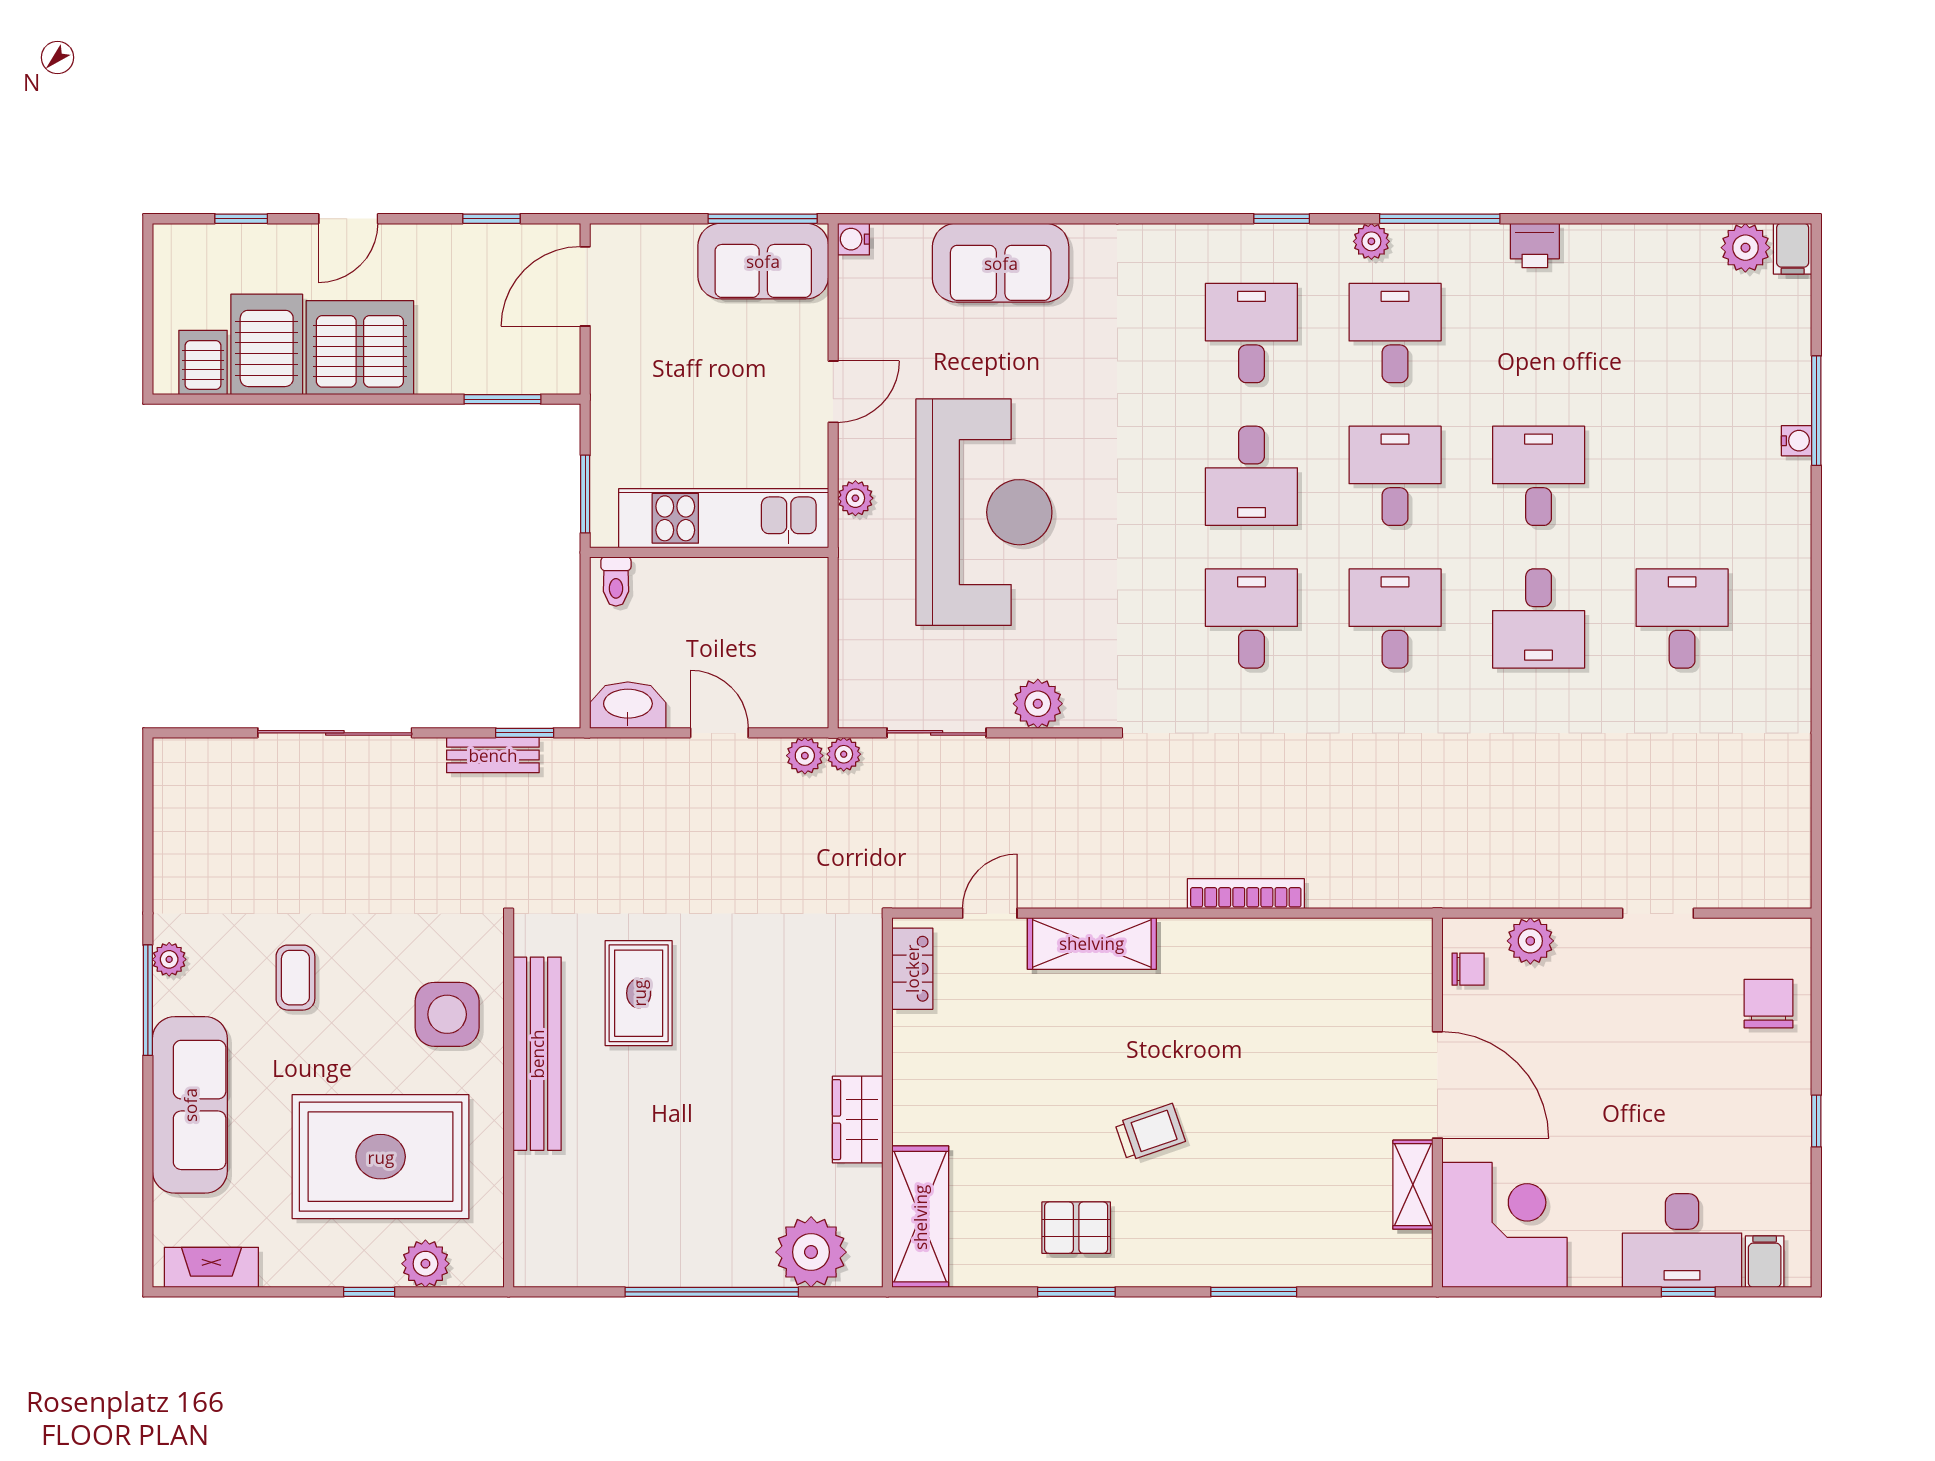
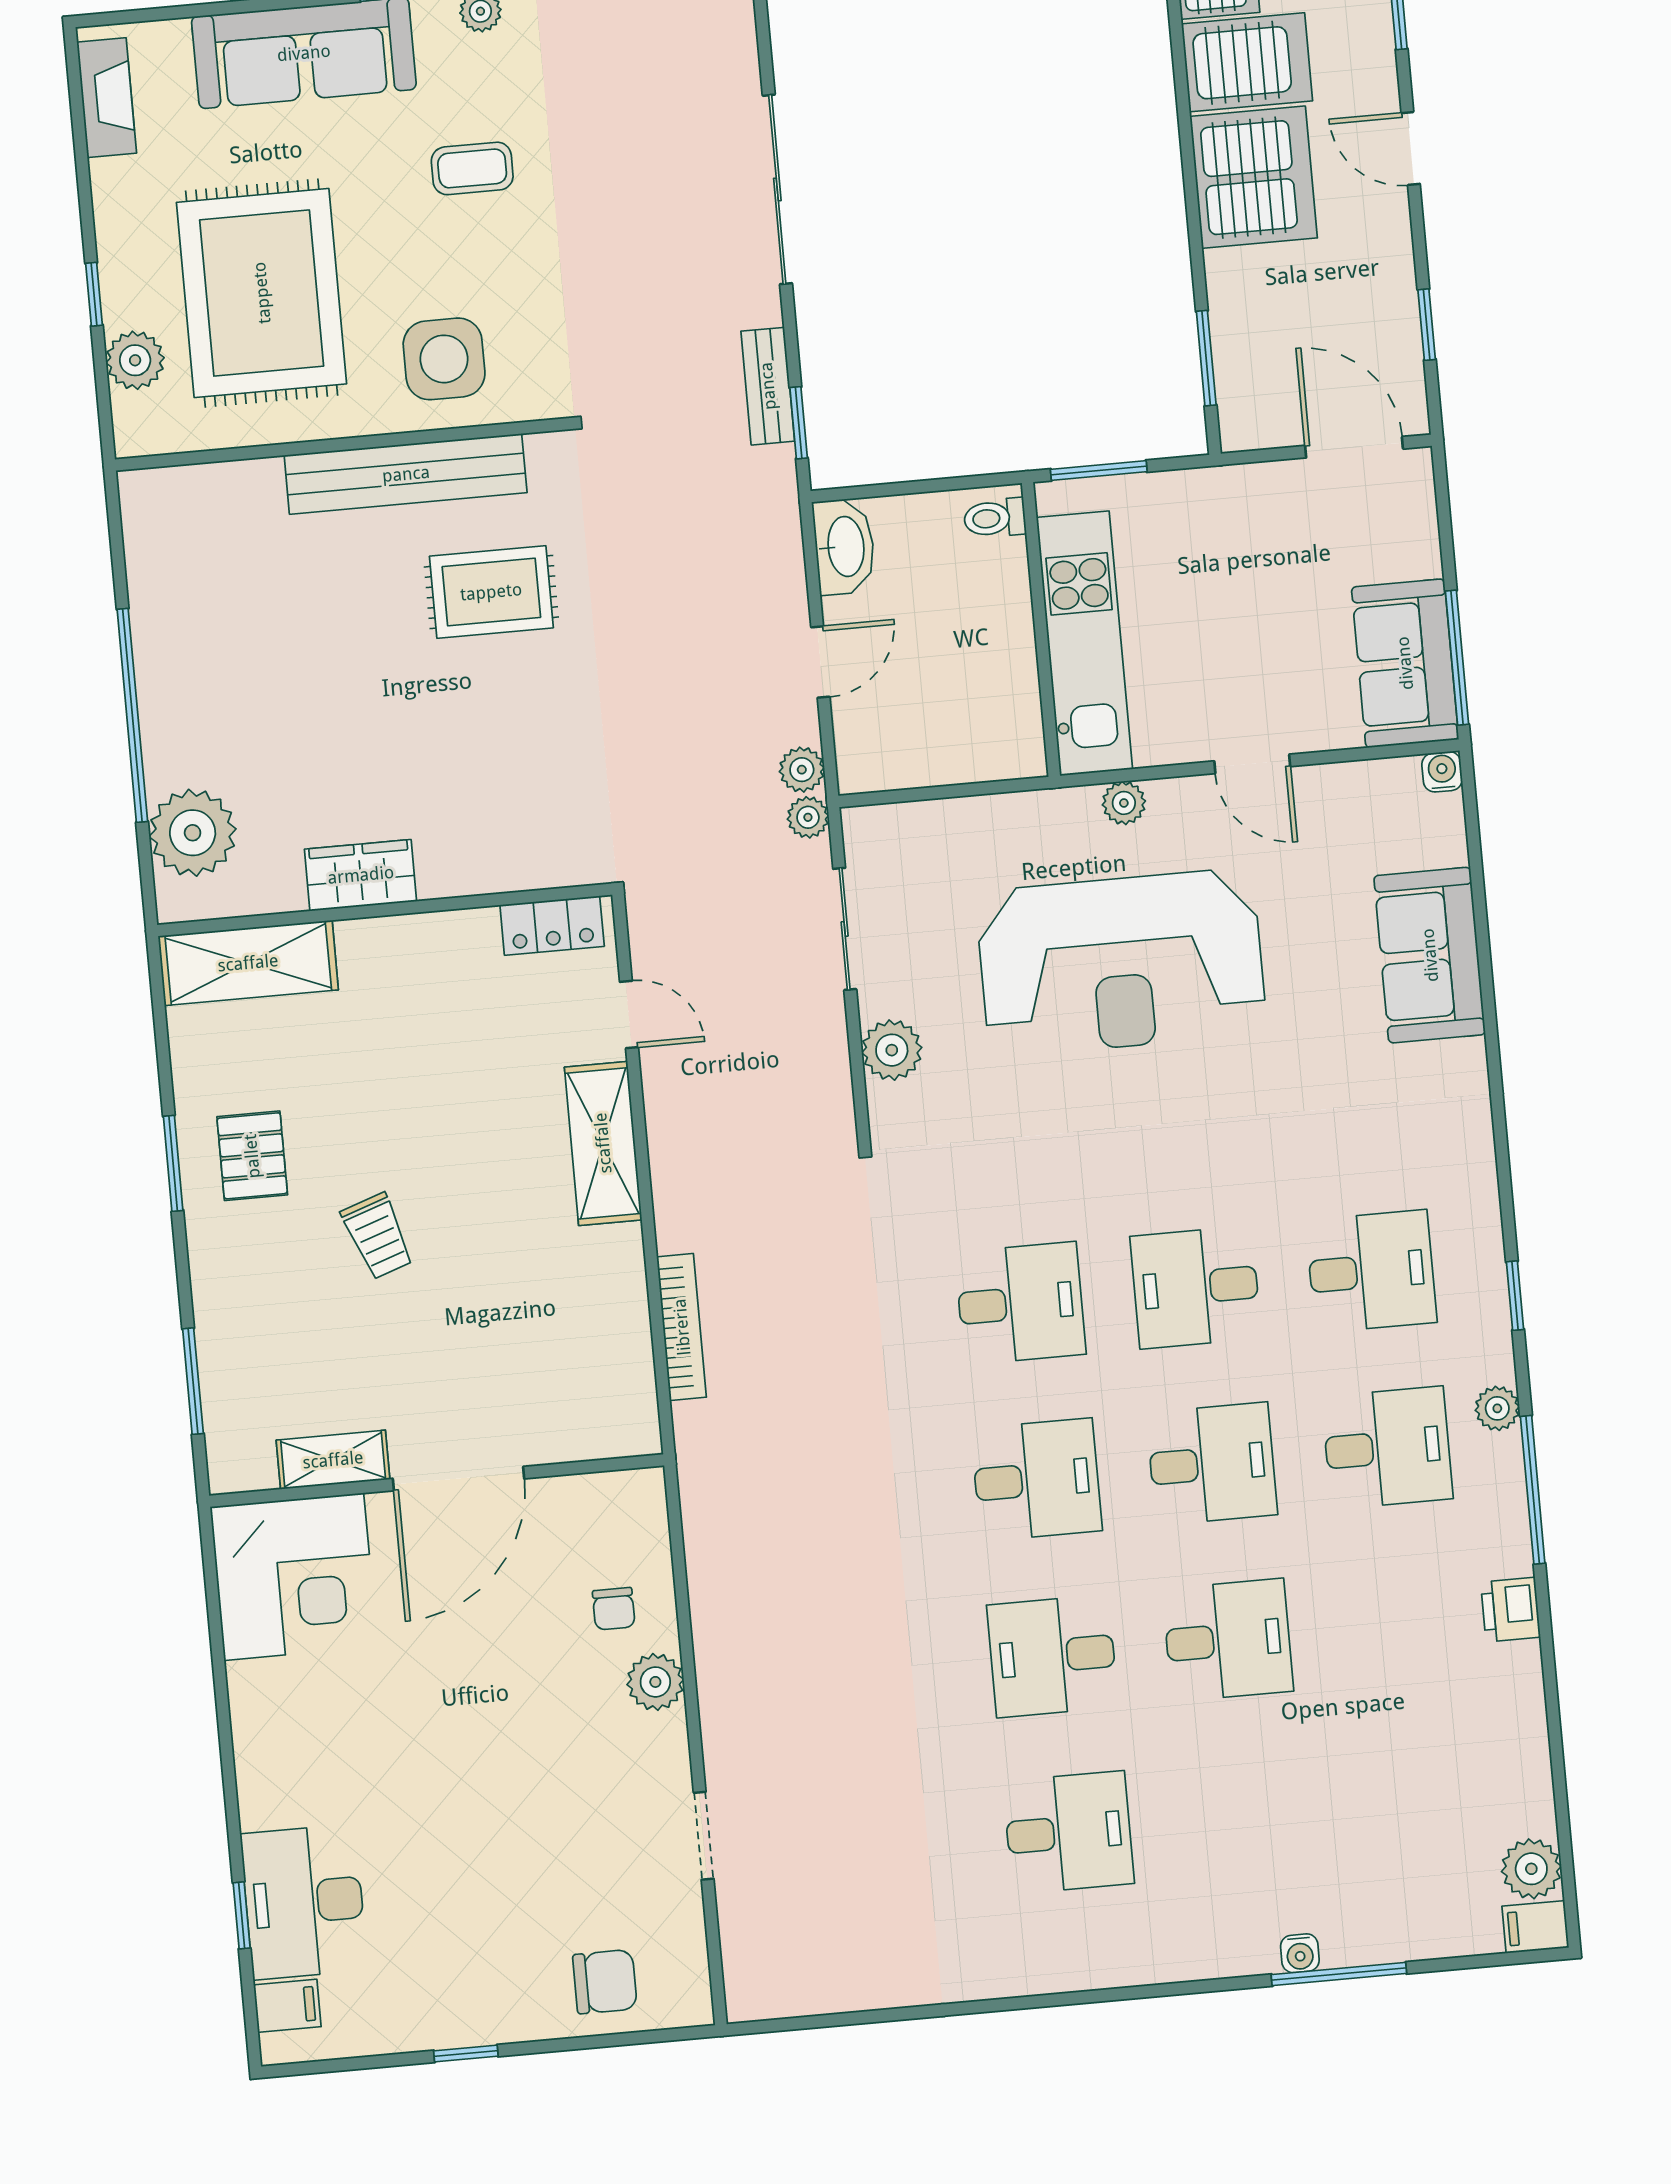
door: (1437, 1085) -> (458, 1479), moved
wall: (1437, 1103) -> (437, 1481), moved
shelving: (1413, 1185) -> (333, 1460), moved
corner desk: (1505, 1225) -> (294, 1577), moved

